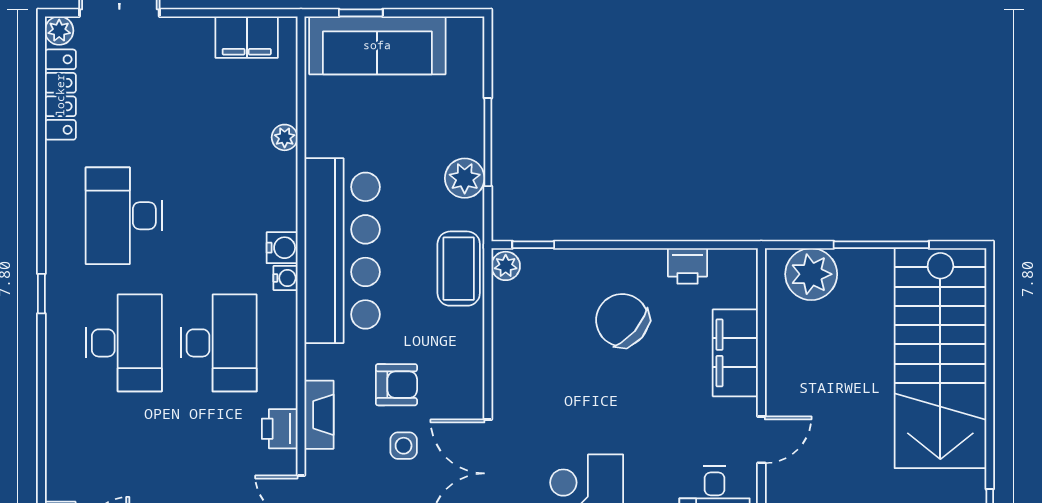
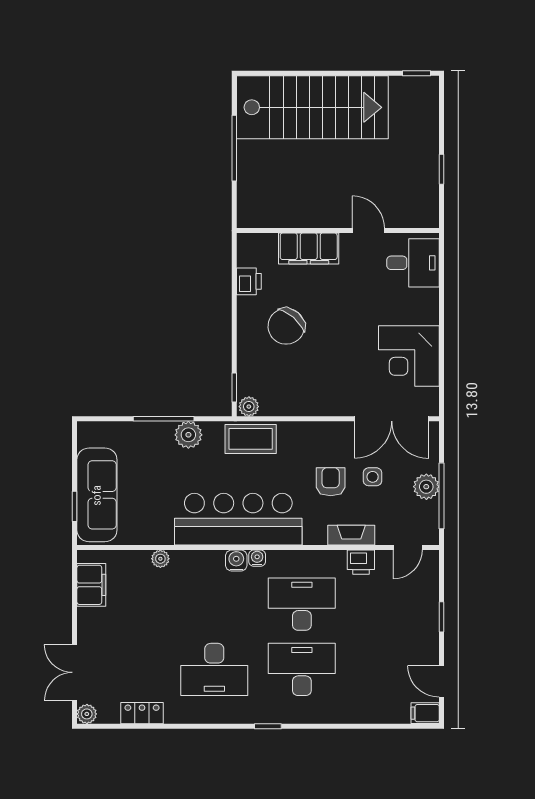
locker: (60, 95) -> (142, 713), width x0.66
plant: (811, 274) -> (254, 196), removed

